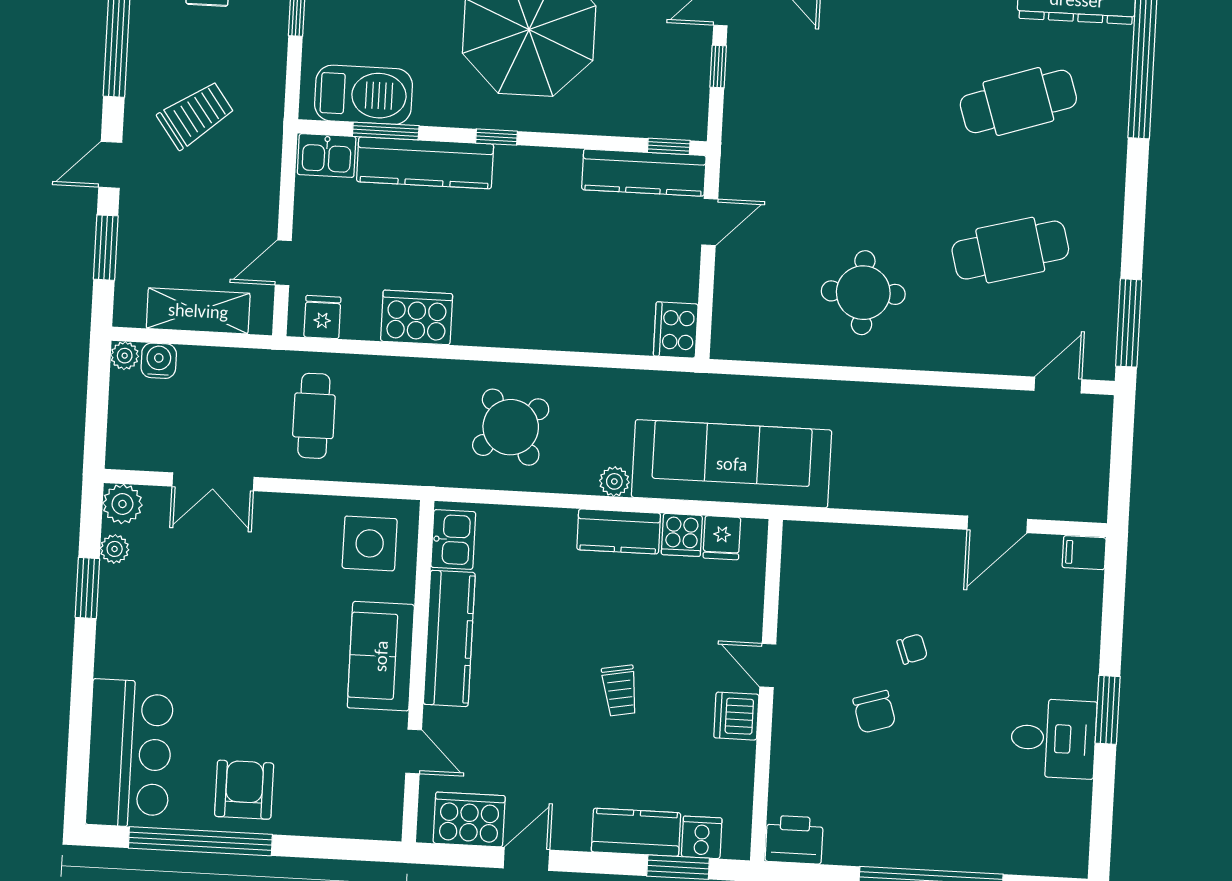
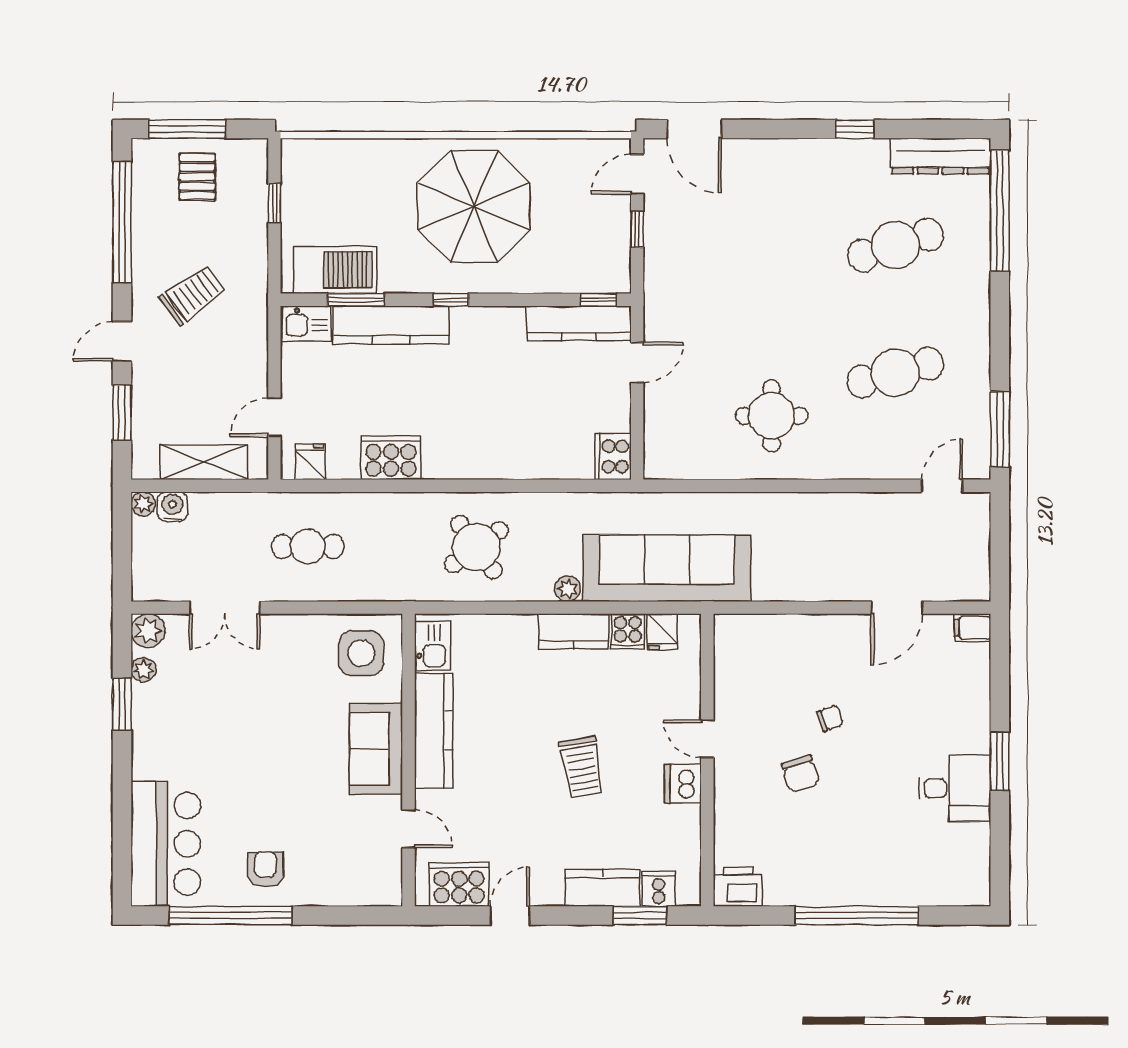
cafe table: (314, 416) -> (308, 547), turned 90
trolley: (620, 691) -> (582, 767), width x1.36, depth x1.39
armchair: (244, 790) -> (265, 869), width x0.72, depth x0.72

